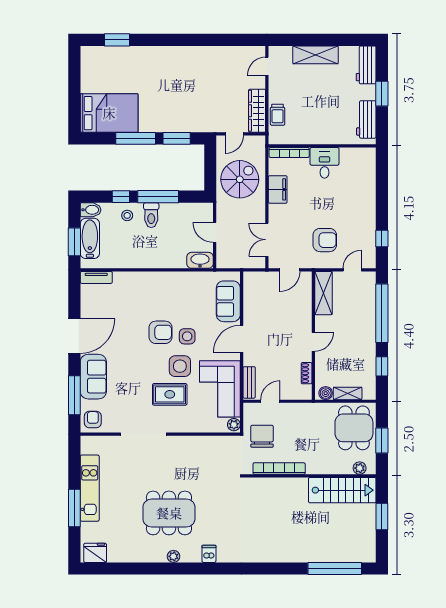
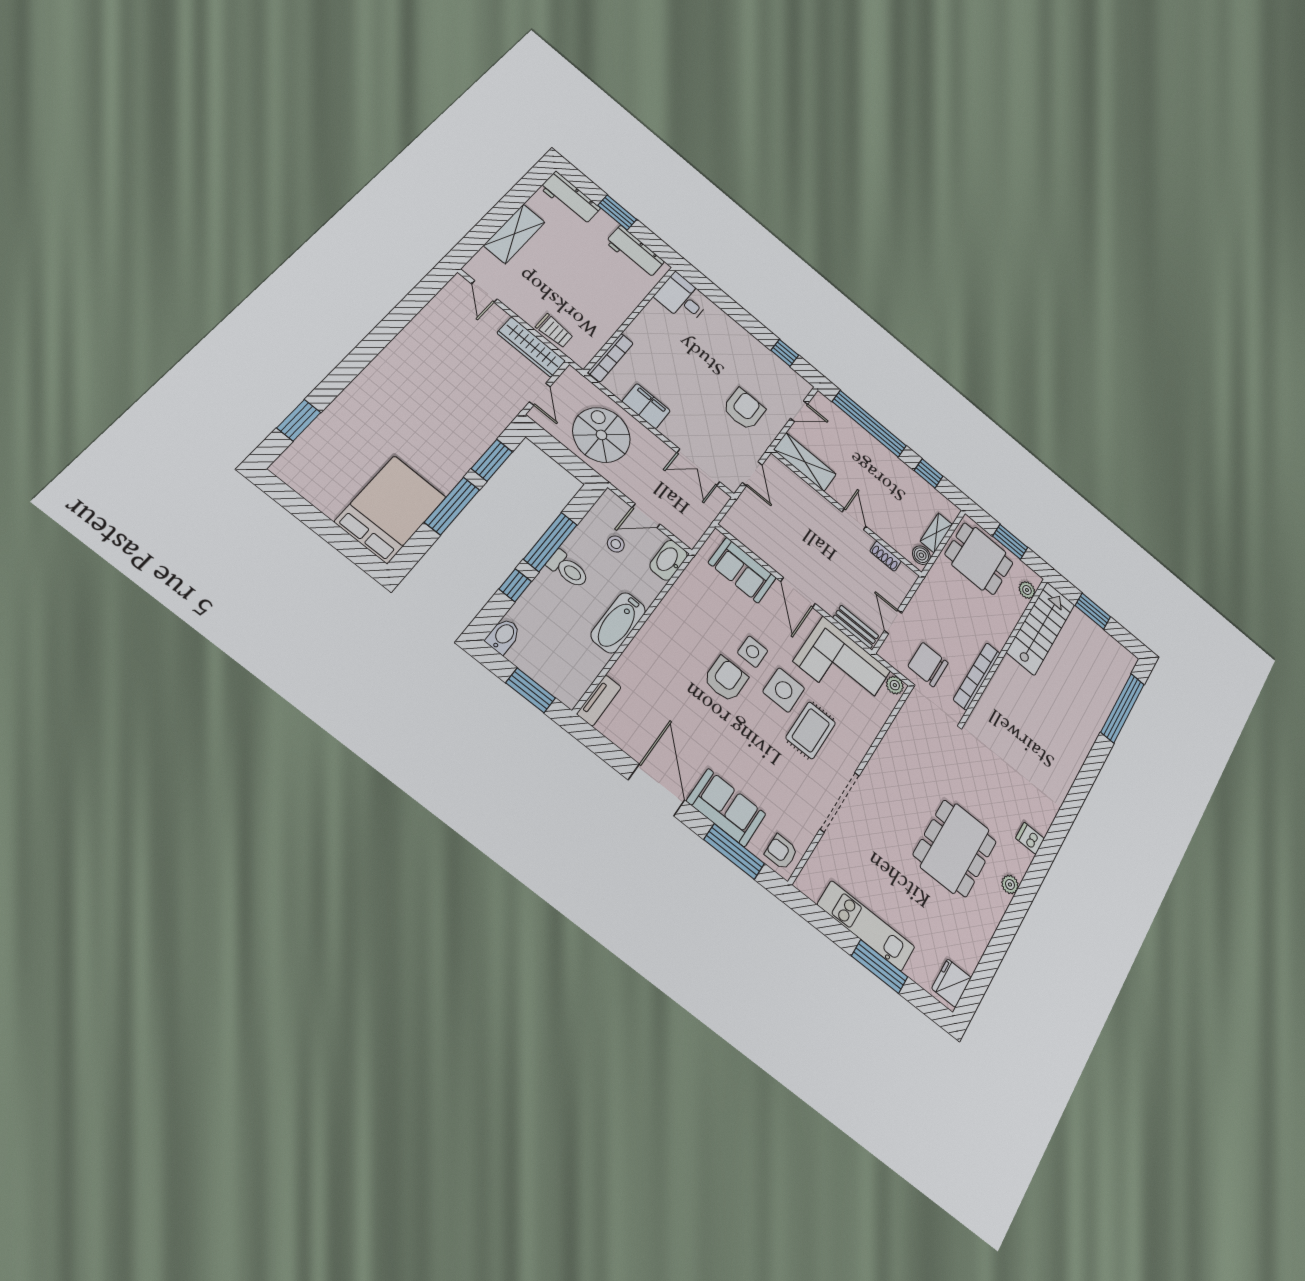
desk: (325, 163) -> (682, 299), moved
stool: (127, 215) -> (616, 544), moved
bathtub: (90, 238) -> (618, 623), moved, turned -90
door: (352, 270) -> (799, 411), swing flipped

